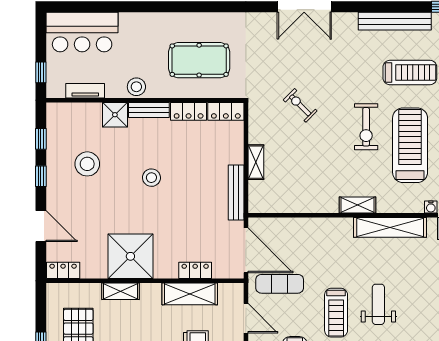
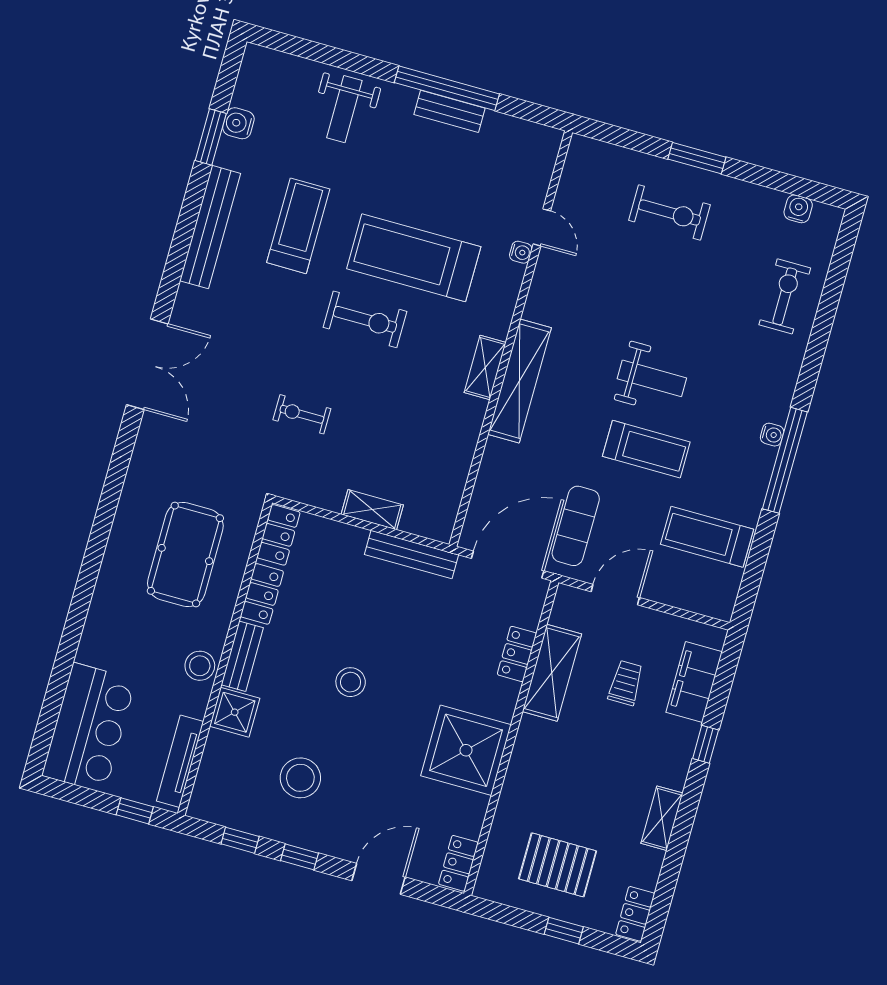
tv unit: (85, 91) -> (180, 761), width x1.41
exercise bike: (300, 105) -> (302, 414), turned 45
shelving: (390, 227) -> (520, 381), moved
shelving: (120, 291) -> (517, 782), removed
weight bench: (378, 304) -> (652, 378), turned 180

